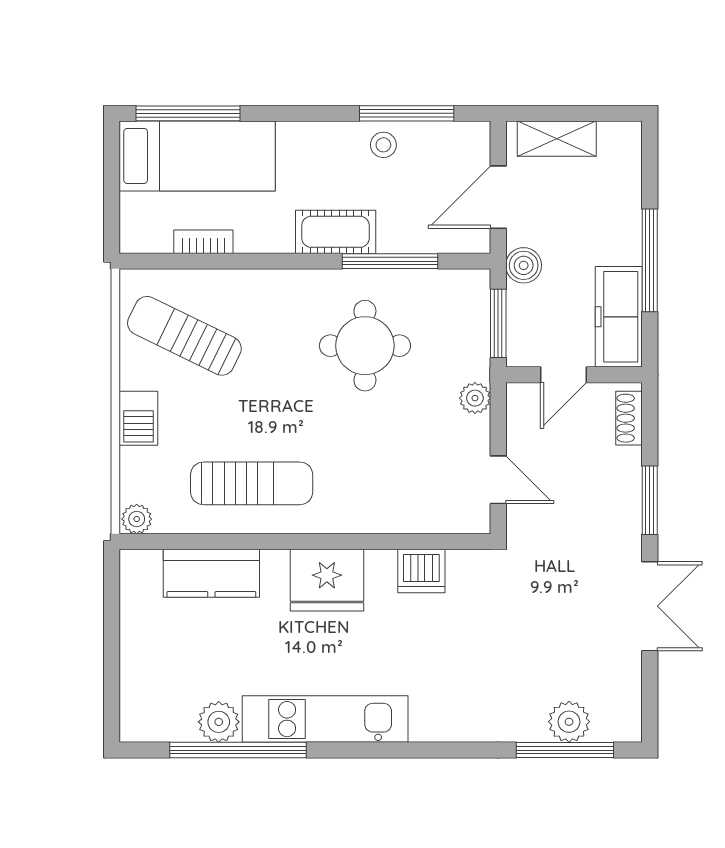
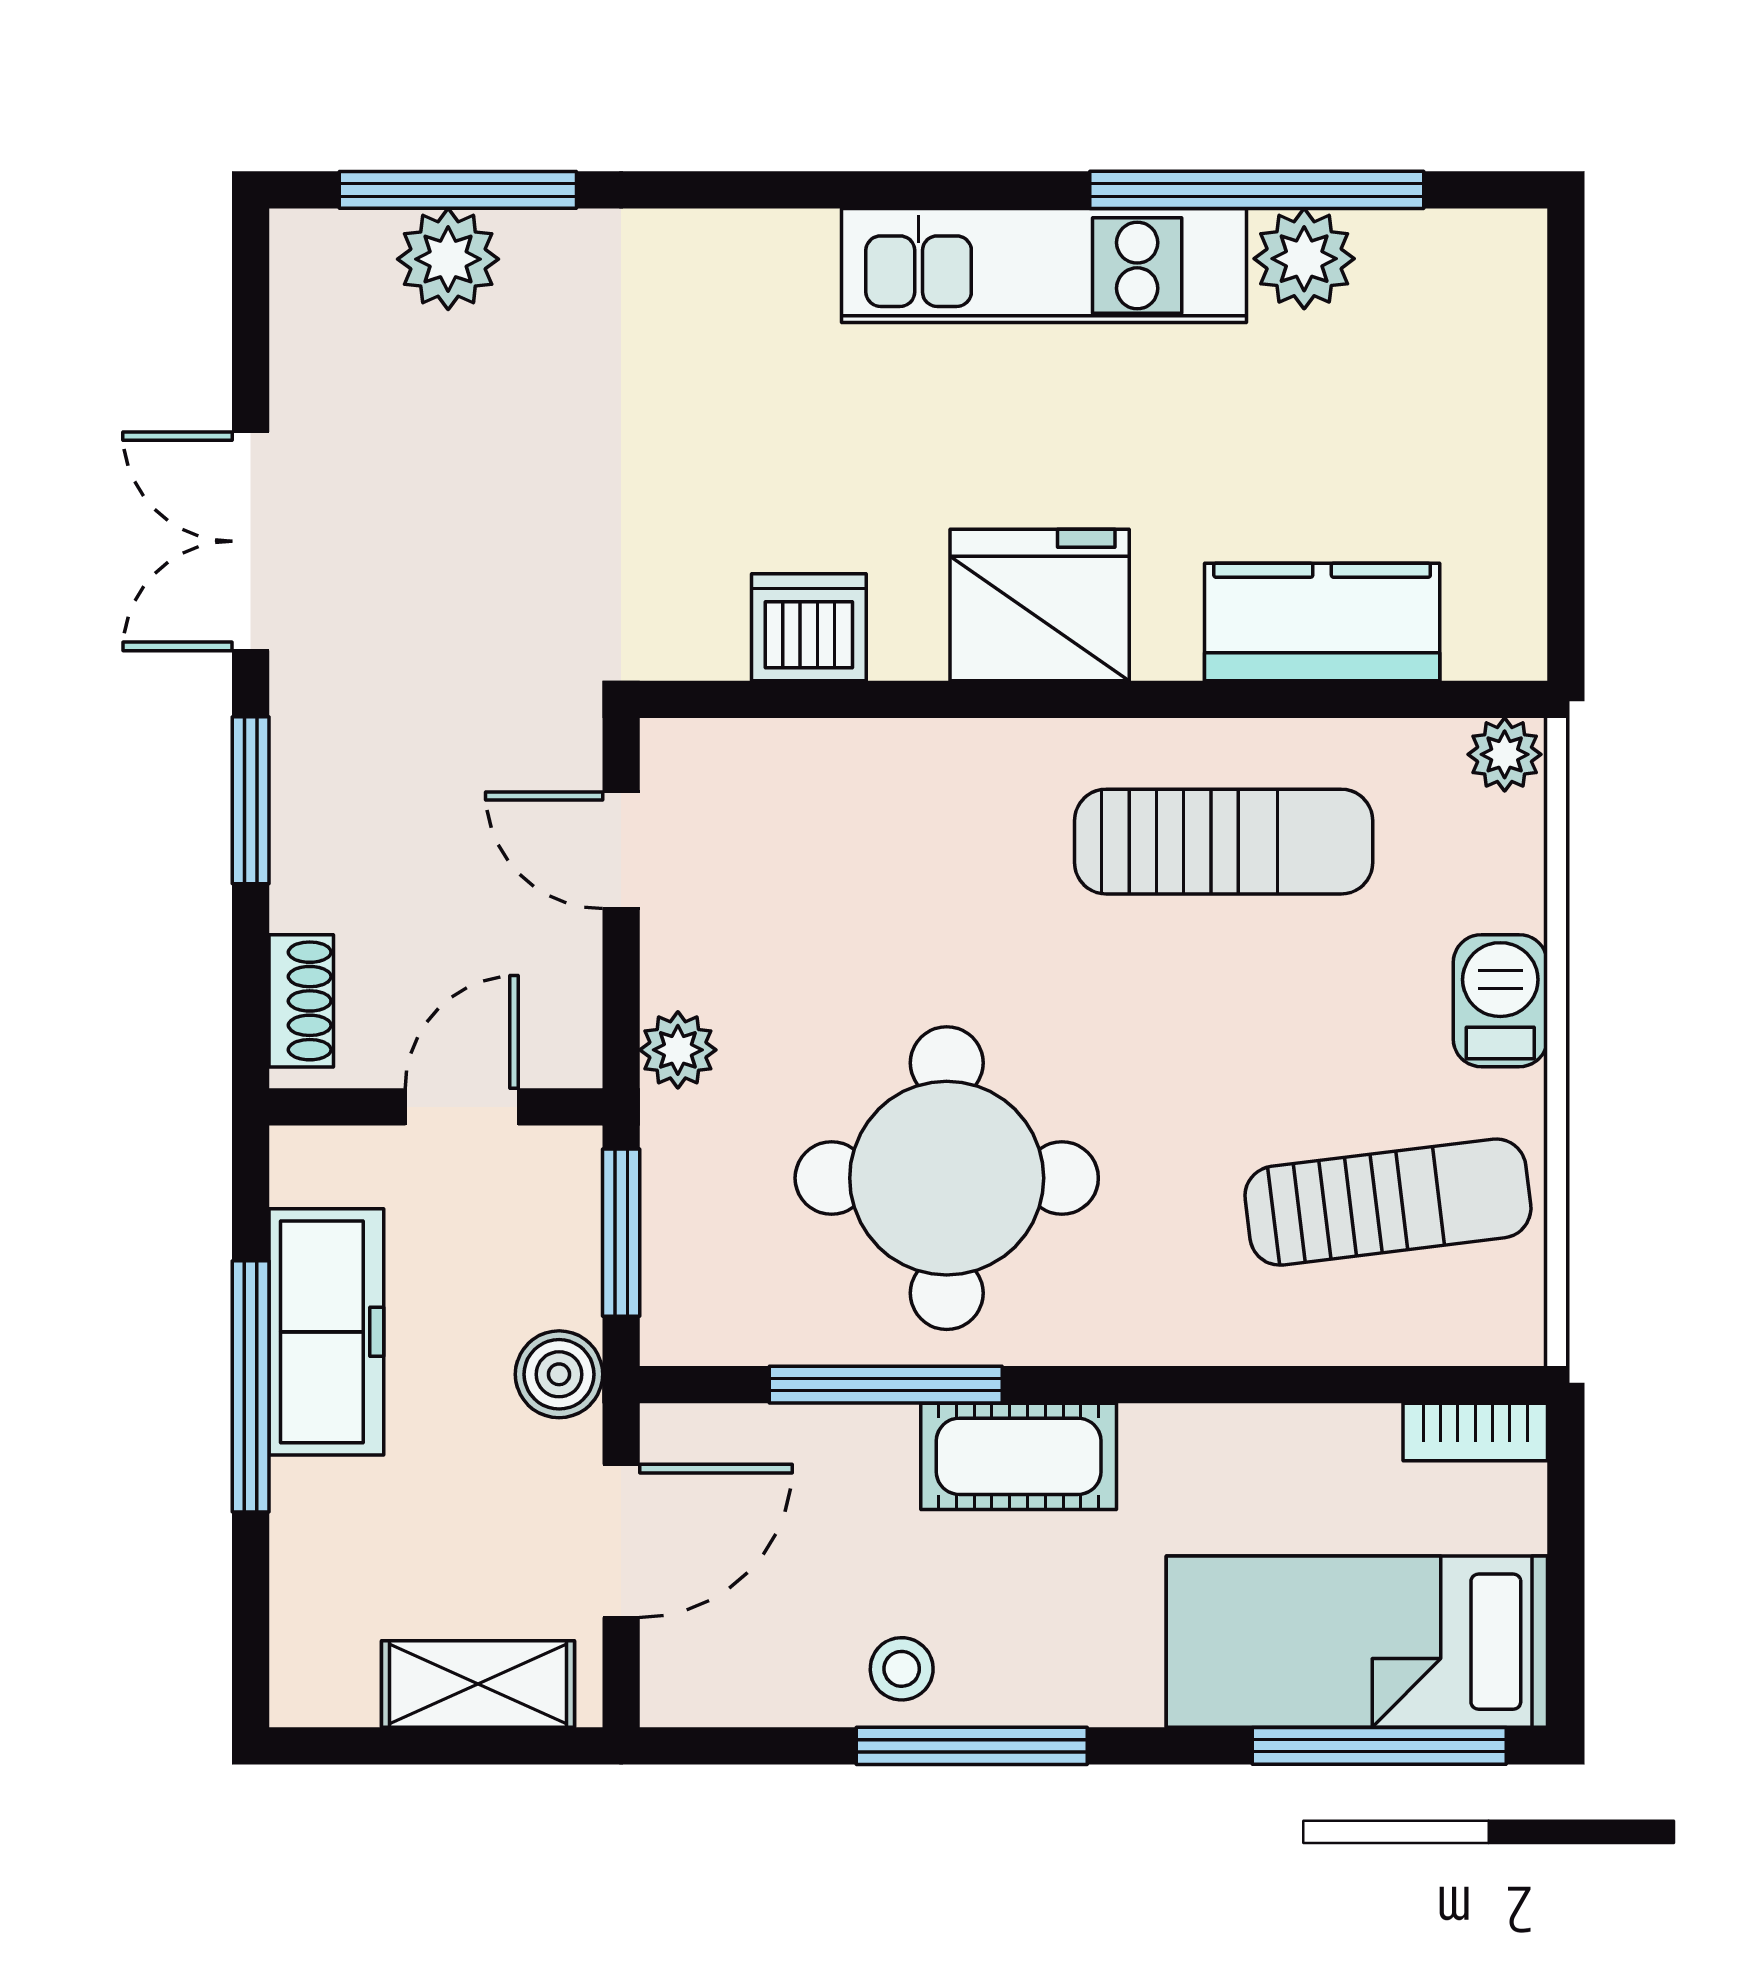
window: (407, 113) -> (972, 1746), moved
bookcase: (203, 242) -> (1475, 1432), moved
freezer: (619, 317) -> (326, 1332), moved
sun lounger: (184, 336) -> (1388, 1202), turned -33
round table: (365, 346) -> (947, 1178), width x1.36, depth x1.36
sun lounger: (252, 483) -> (1224, 842), turned 180

